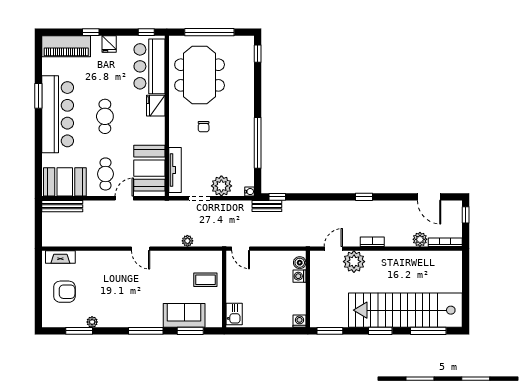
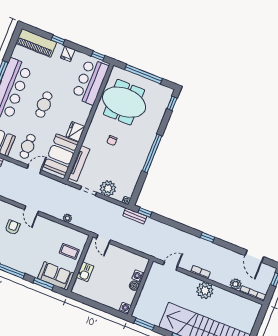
meeting table: (200, 75) -> (124, 102), turned 90
fridge: (156, 106) -> (76, 131), moved
window: (258, 143) -> (152, 153), moved
plant: (354, 262) -> (205, 290), moved
boiler: (300, 263) -> (134, 286), moved
armchair: (126, 278) -> (13, 227), added
kitchen sink: (234, 314) -> (85, 272), moved
sofa: (184, 315) -> (56, 276), moved

